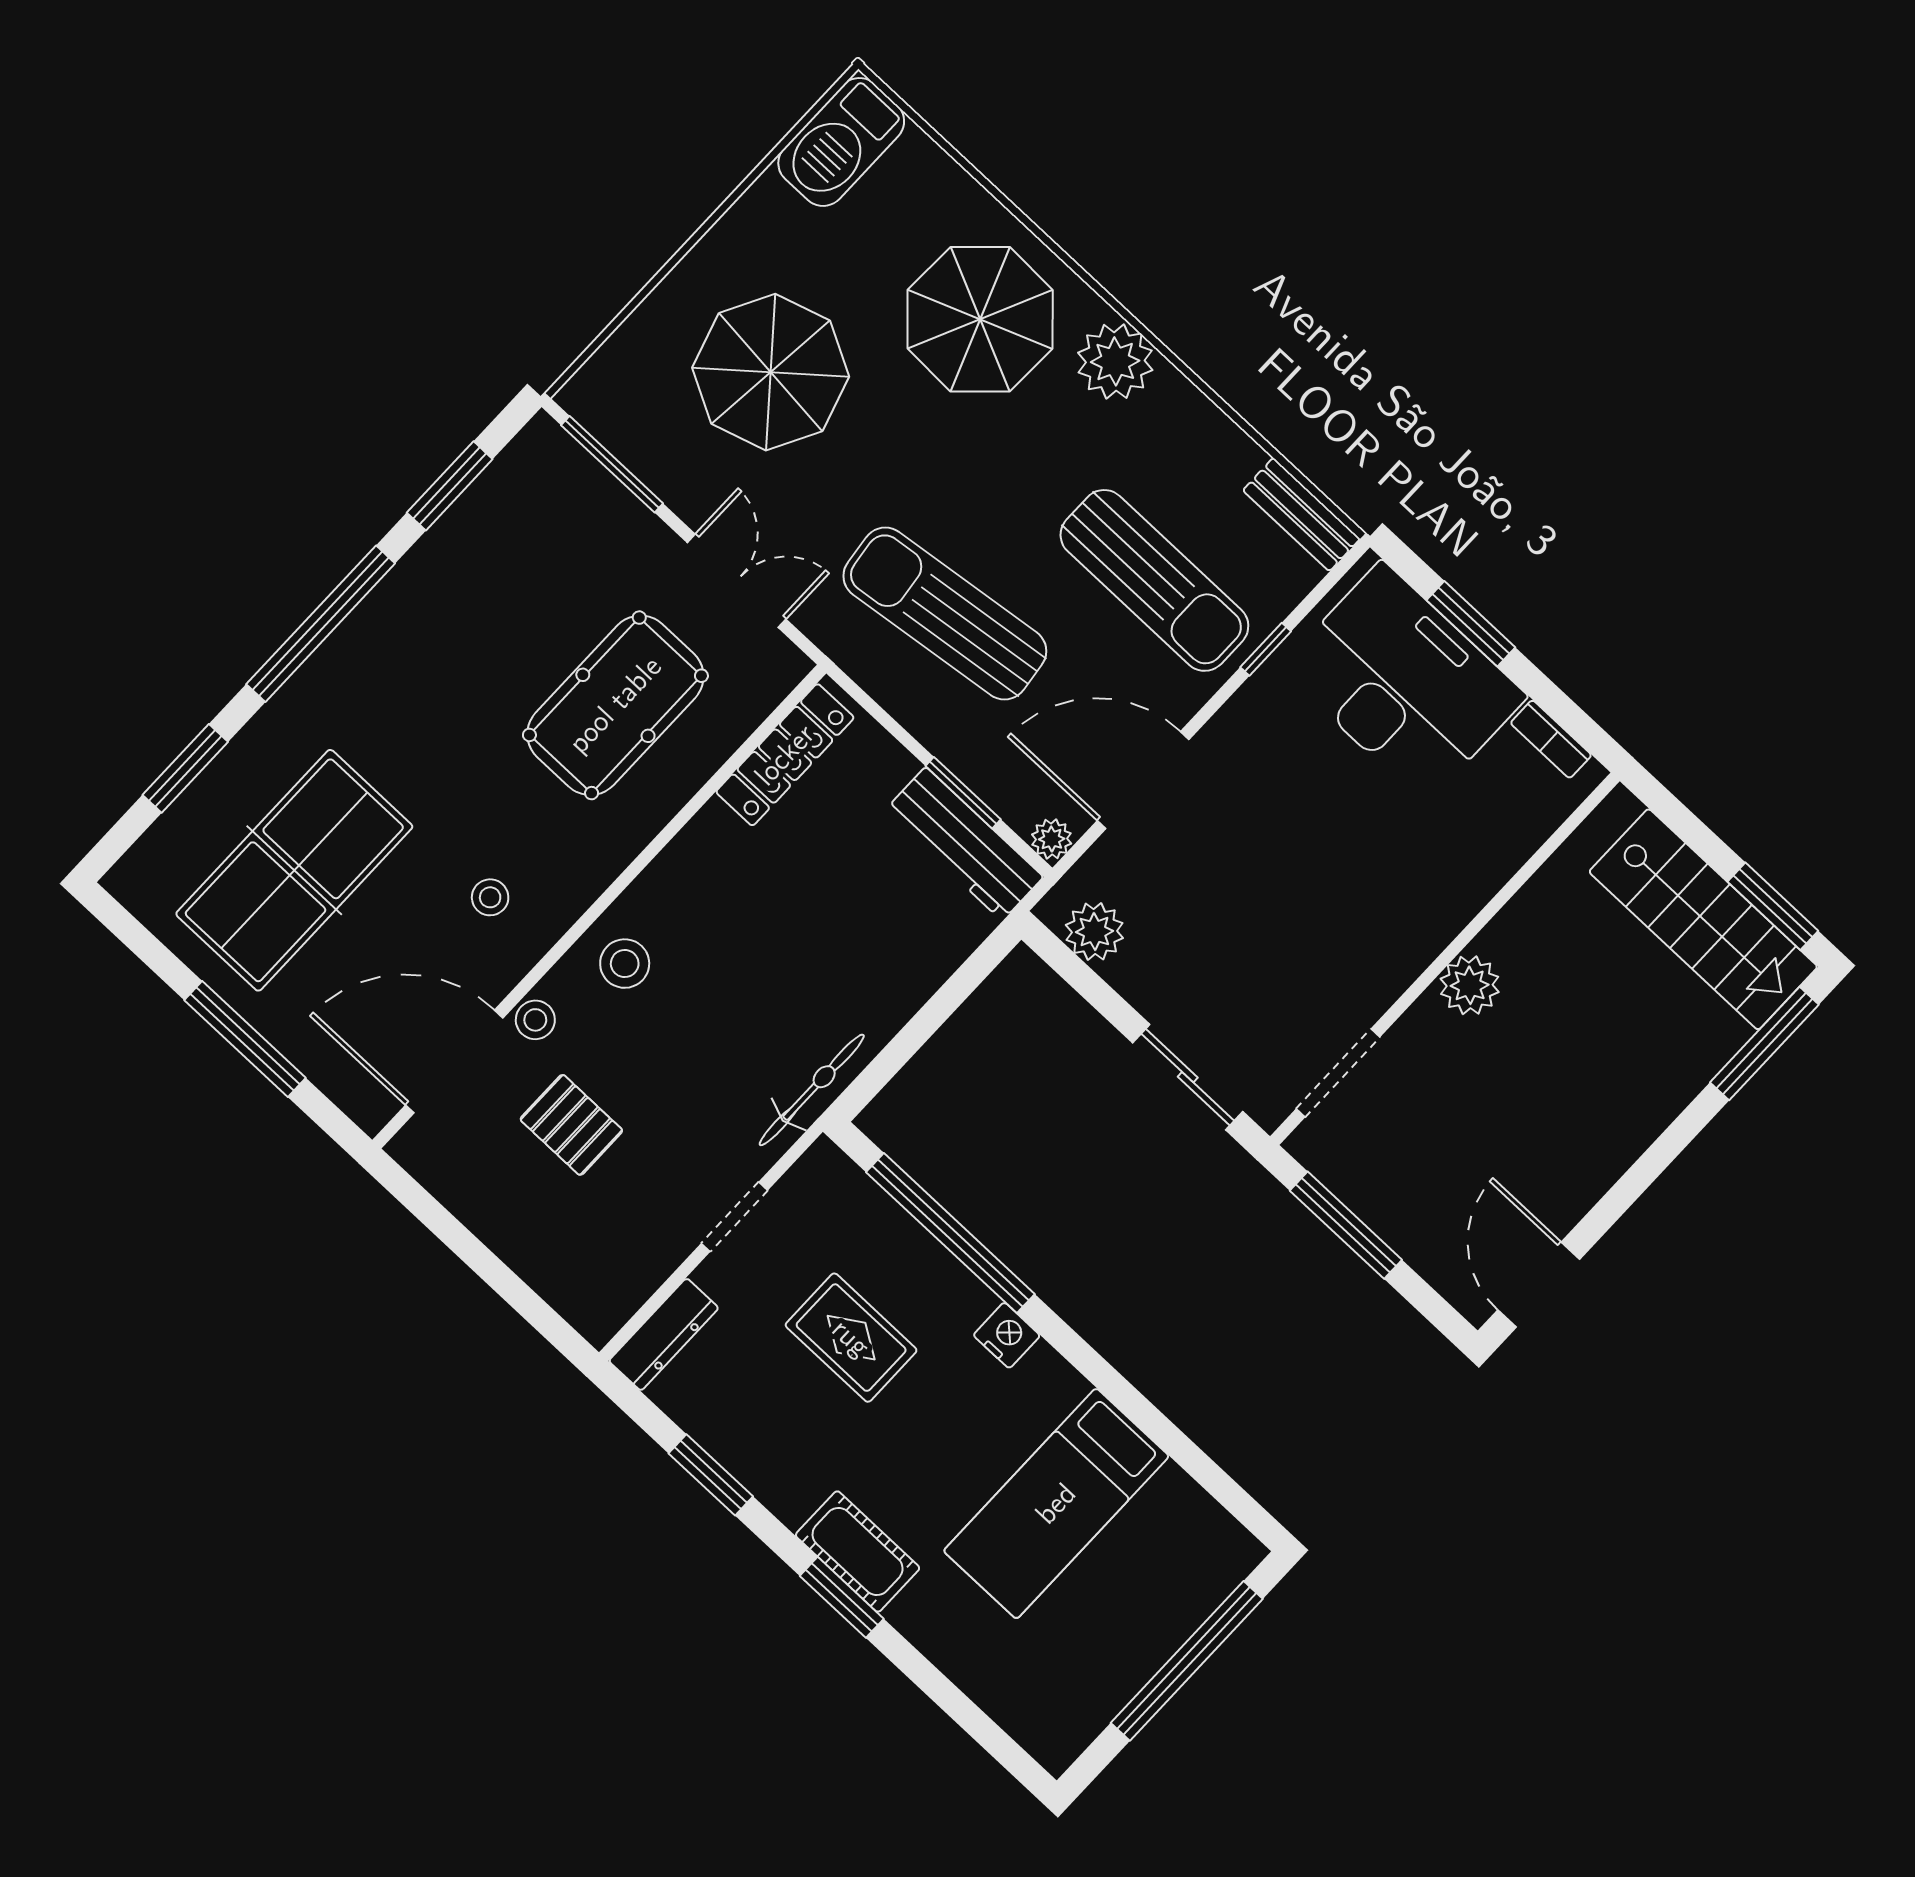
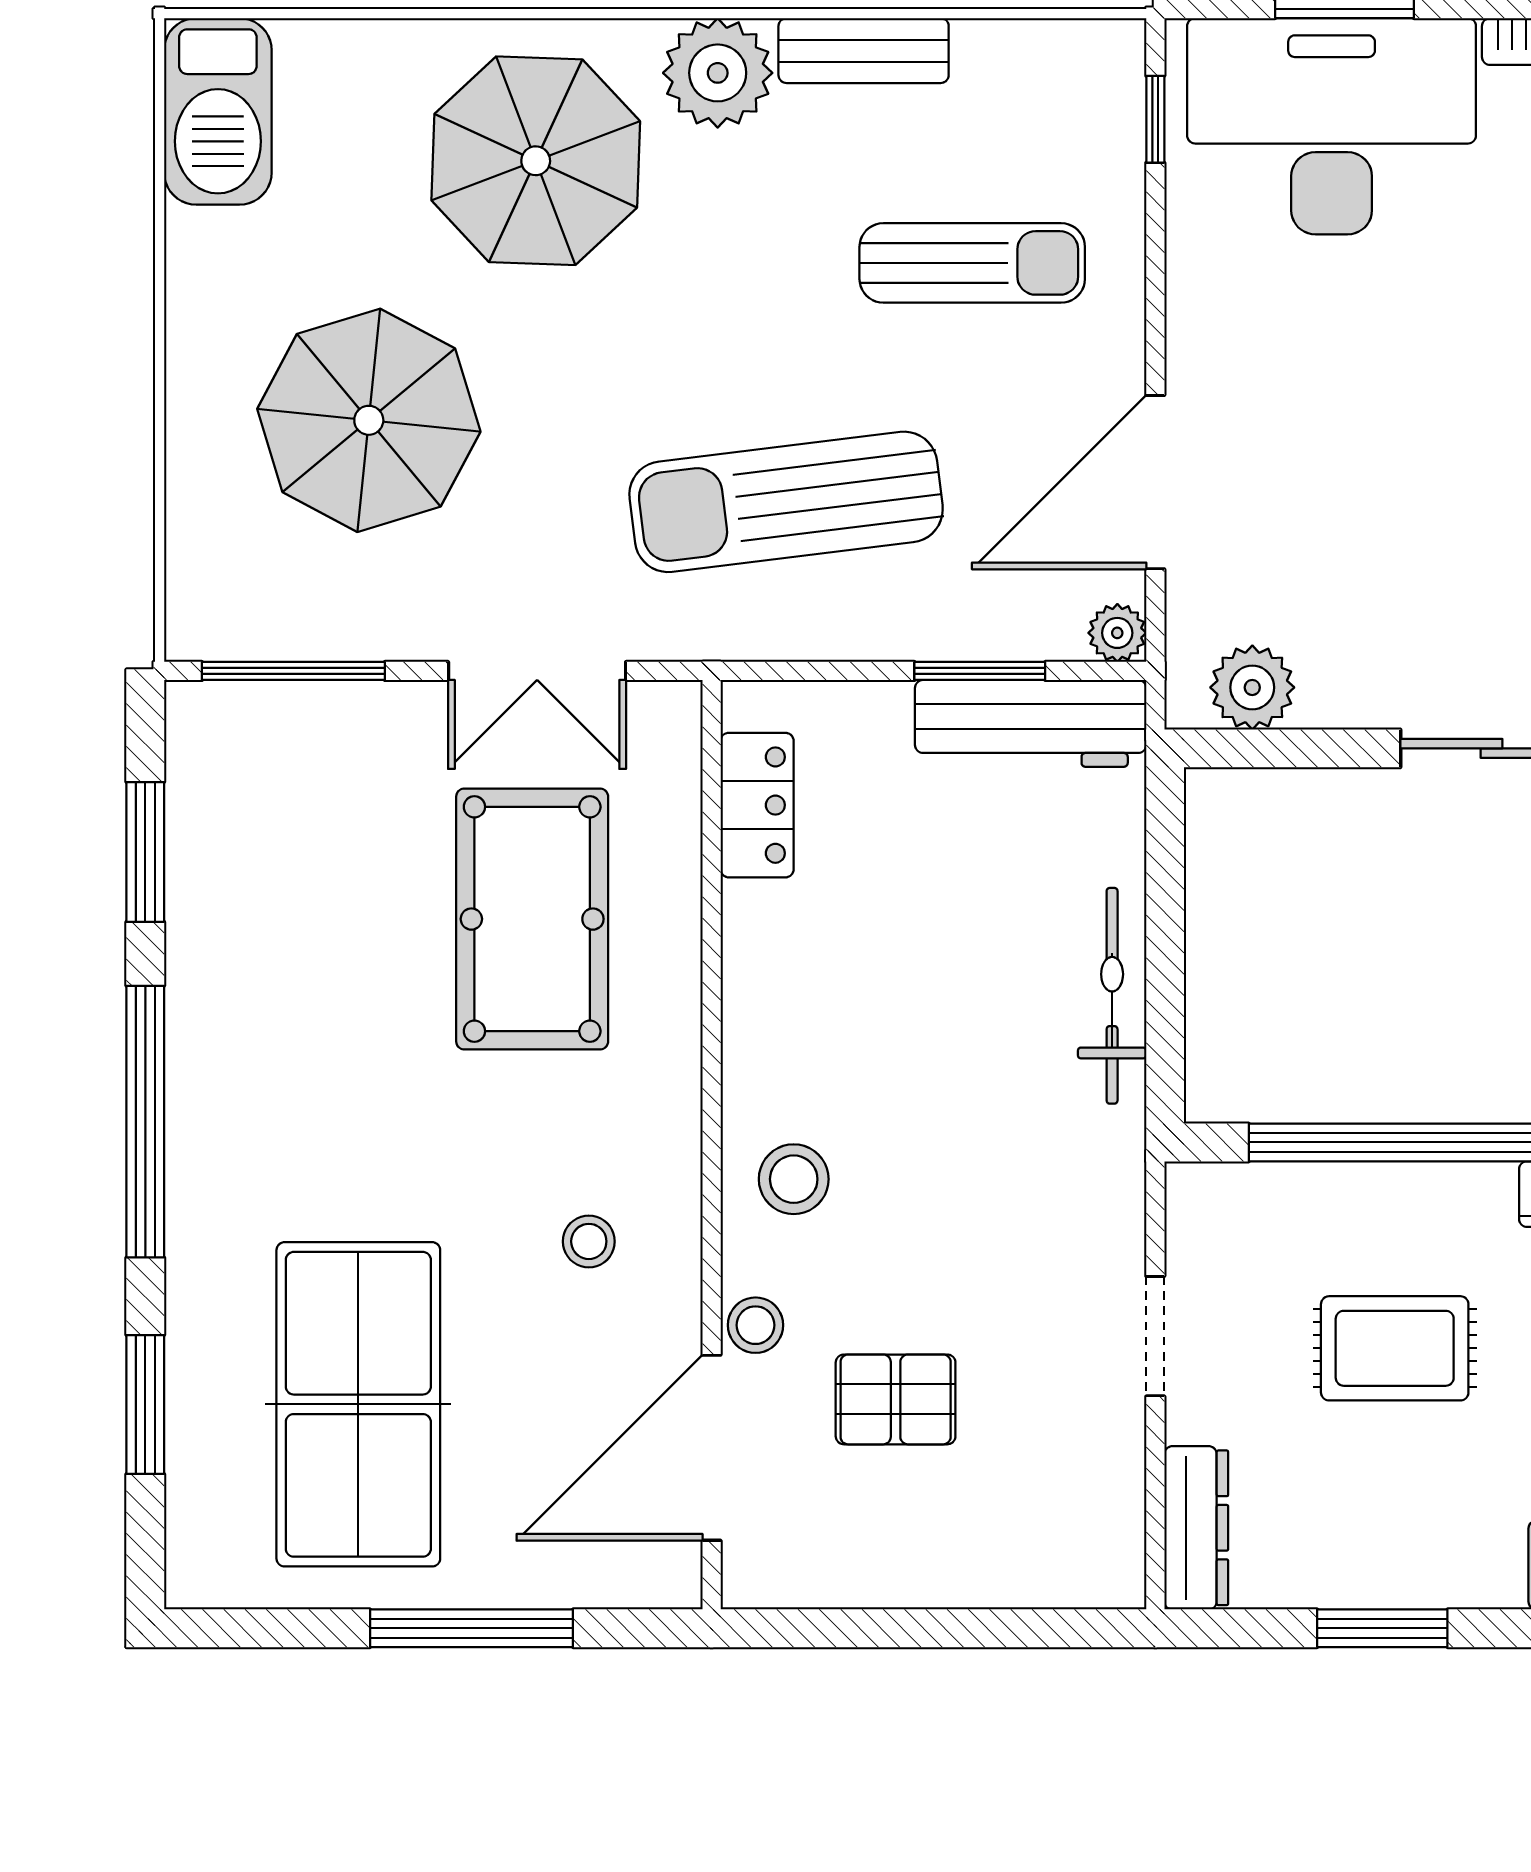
bench: (1301, 514) -> (864, 51), moved
sun lounger: (1154, 580) -> (972, 263), width x0.73, depth x0.75
double door: (737, 581) -> (537, 671), swing flipped
window: (1266, 649) -> (1155, 119), moved
locker: (785, 755) -> (757, 805), width x0.66
bicycle: (812, 1090) -> (1112, 996), moved

